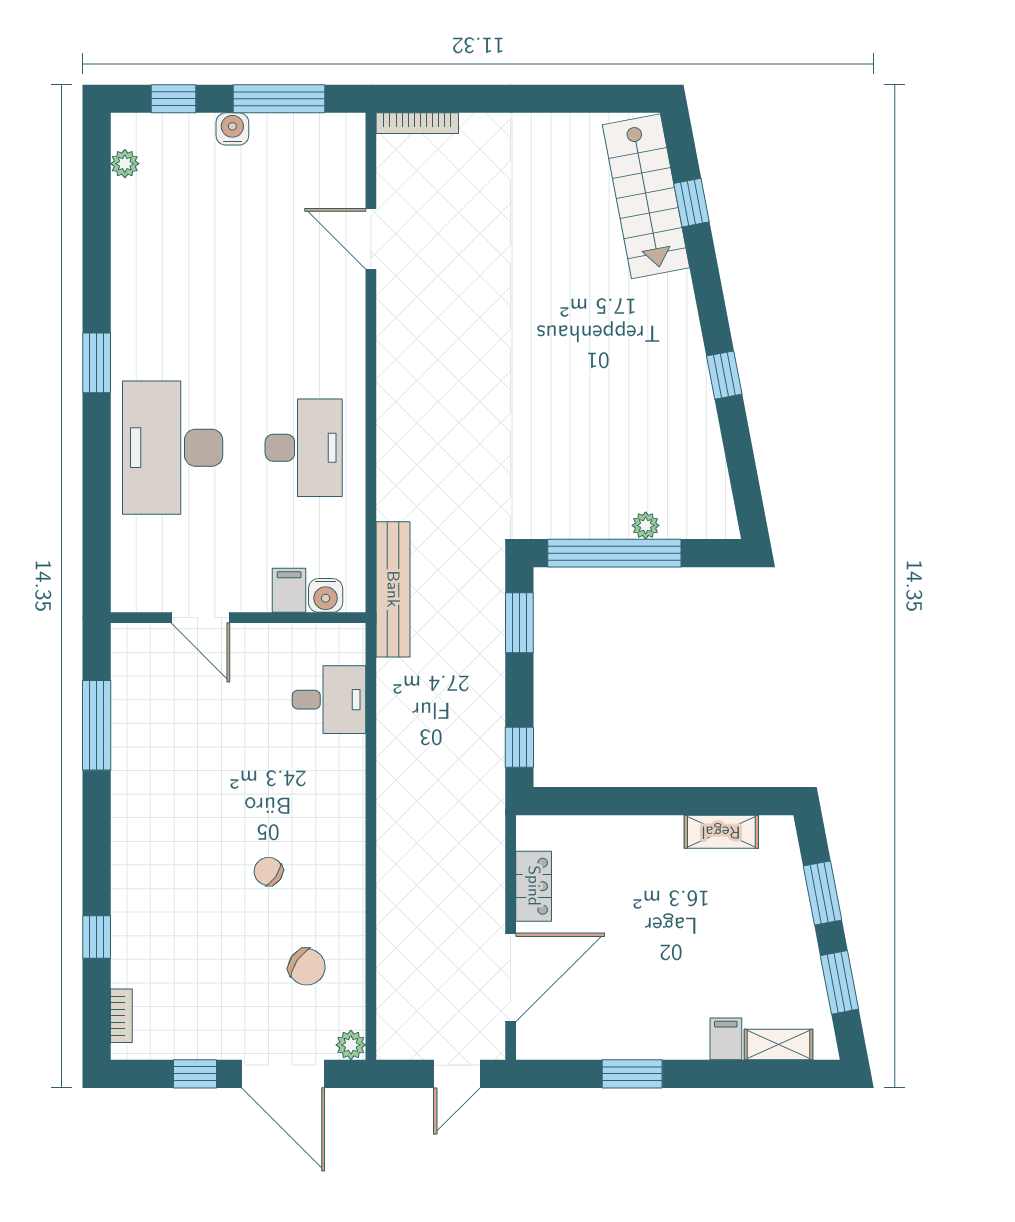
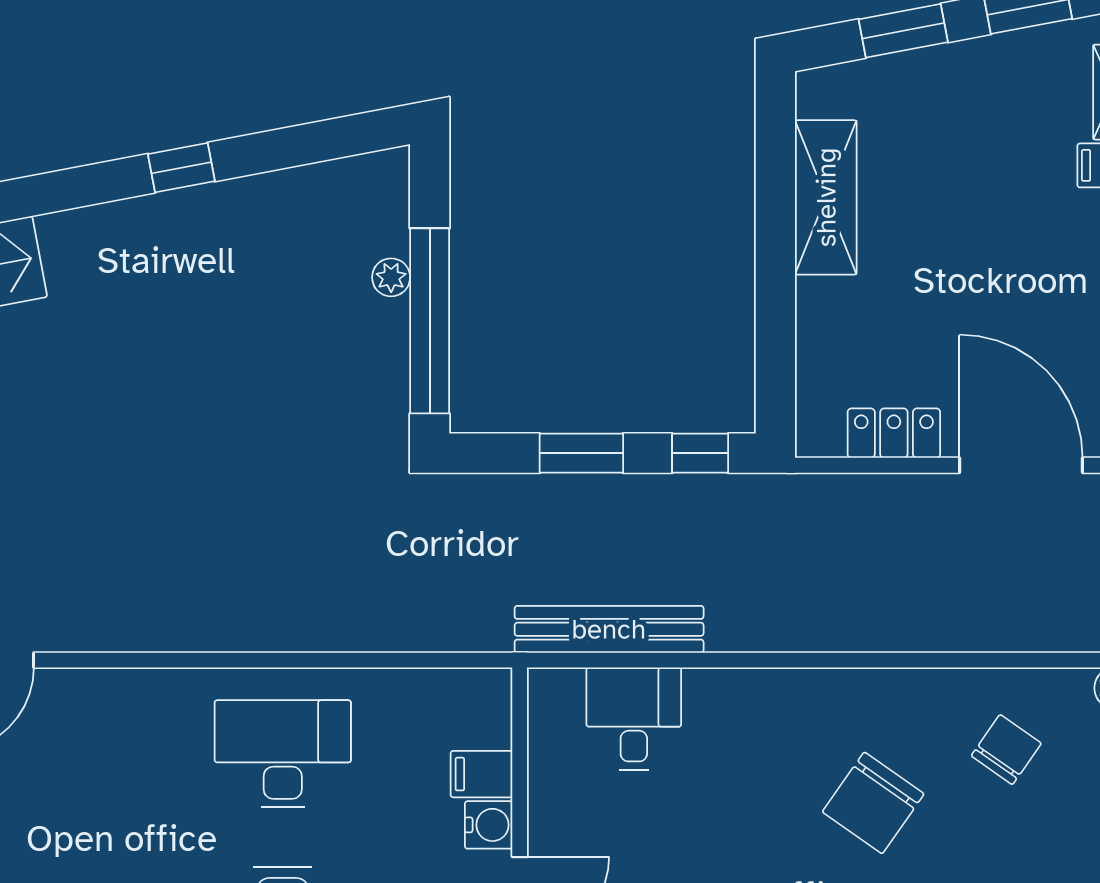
bench: (393, 589) -> (609, 629), moved
water cooler: (326, 595) -> (489, 825), moved
window: (519, 623) -> (581, 453), moved
shelving: (721, 832) -> (826, 197), width x1.50, depth x1.33
chair: (268, 871) -> (873, 803), width x1.87, depth x1.87

